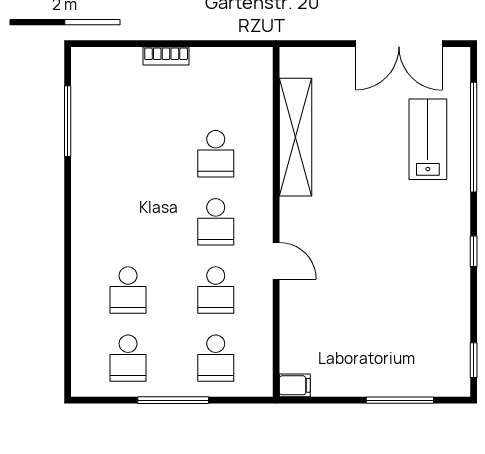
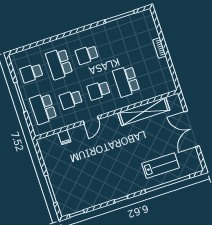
double door: (399, 44) -> (192, 129), moved
school desk: (216, 154) -> (126, 81), width x1.85
school desk: (128, 222) -> (87, 55), added
school desk: (128, 290) -> (59, 64), width x1.85
school desk: (216, 358) -> (43, 109), width x1.85
filing cabinet: (295, 385) -> (64, 137), moved

